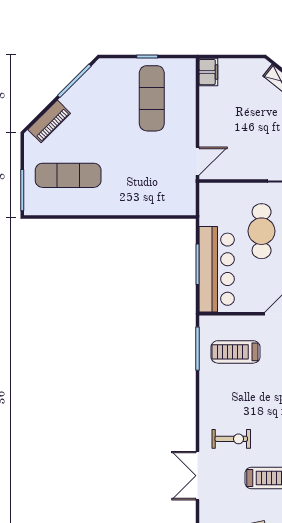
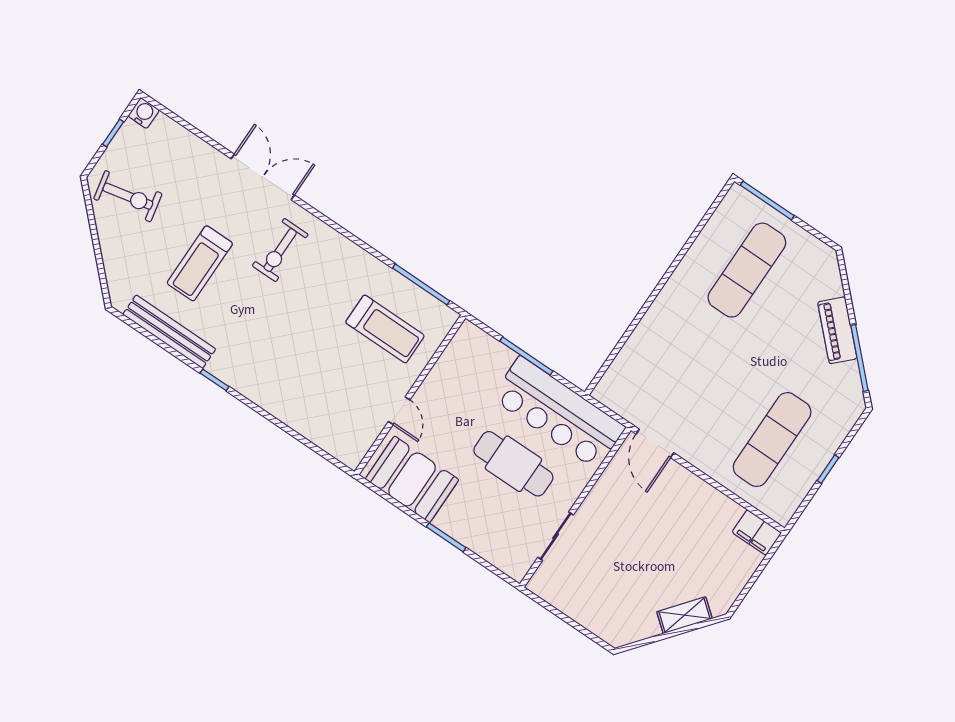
exercise mat: (152, 98) -> (772, 440), turned 90
piano: (49, 121) -> (837, 330), moved
bar counter: (217, 269) -> (558, 413), moved
treadmill: (235, 352) -> (385, 329), turned 90

